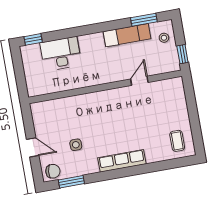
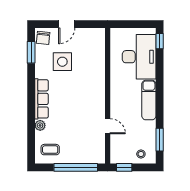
exam couch: (127, 35) -> (149, 100), moved
desk: (61, 54) -> (139, 57), width x1.36, depth x1.30
window: (192, 108) -> (76, 167), added
side table: (76, 145) -> (62, 62), width x1.87, depth x1.87
plant: (152, 157) -> (40, 125), added

